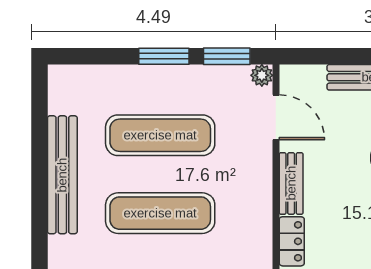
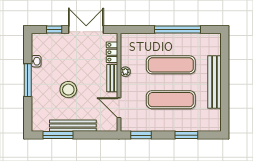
window: (164, 56) -> (186, 135), moved
plant: (262, 75) -> (125, 72), moved

